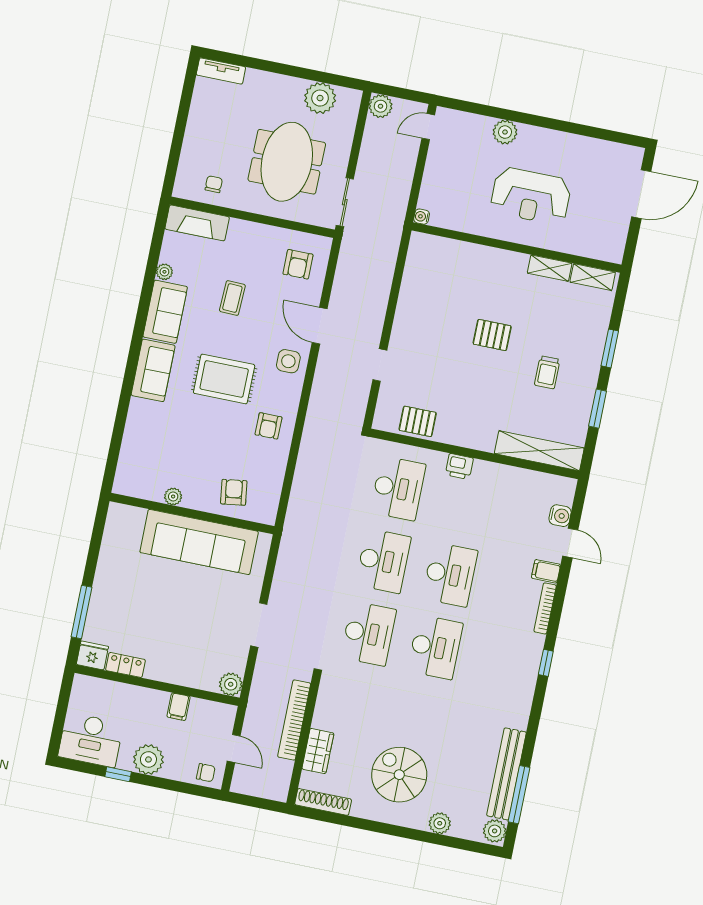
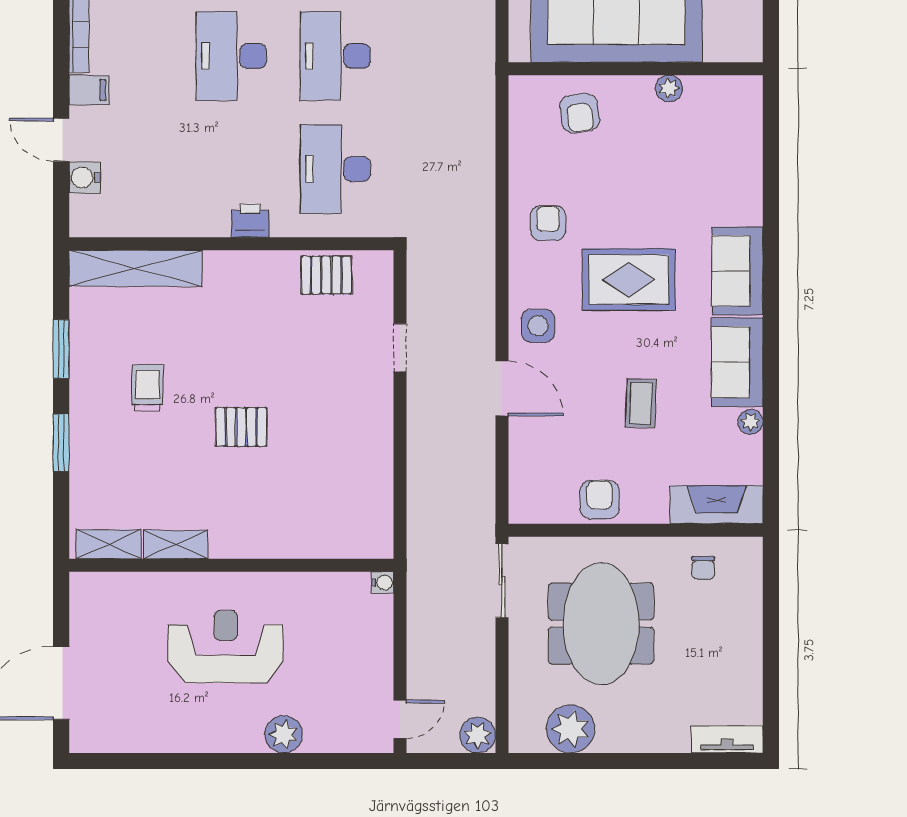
armchair: (298, 264) -> (599, 500), moved

